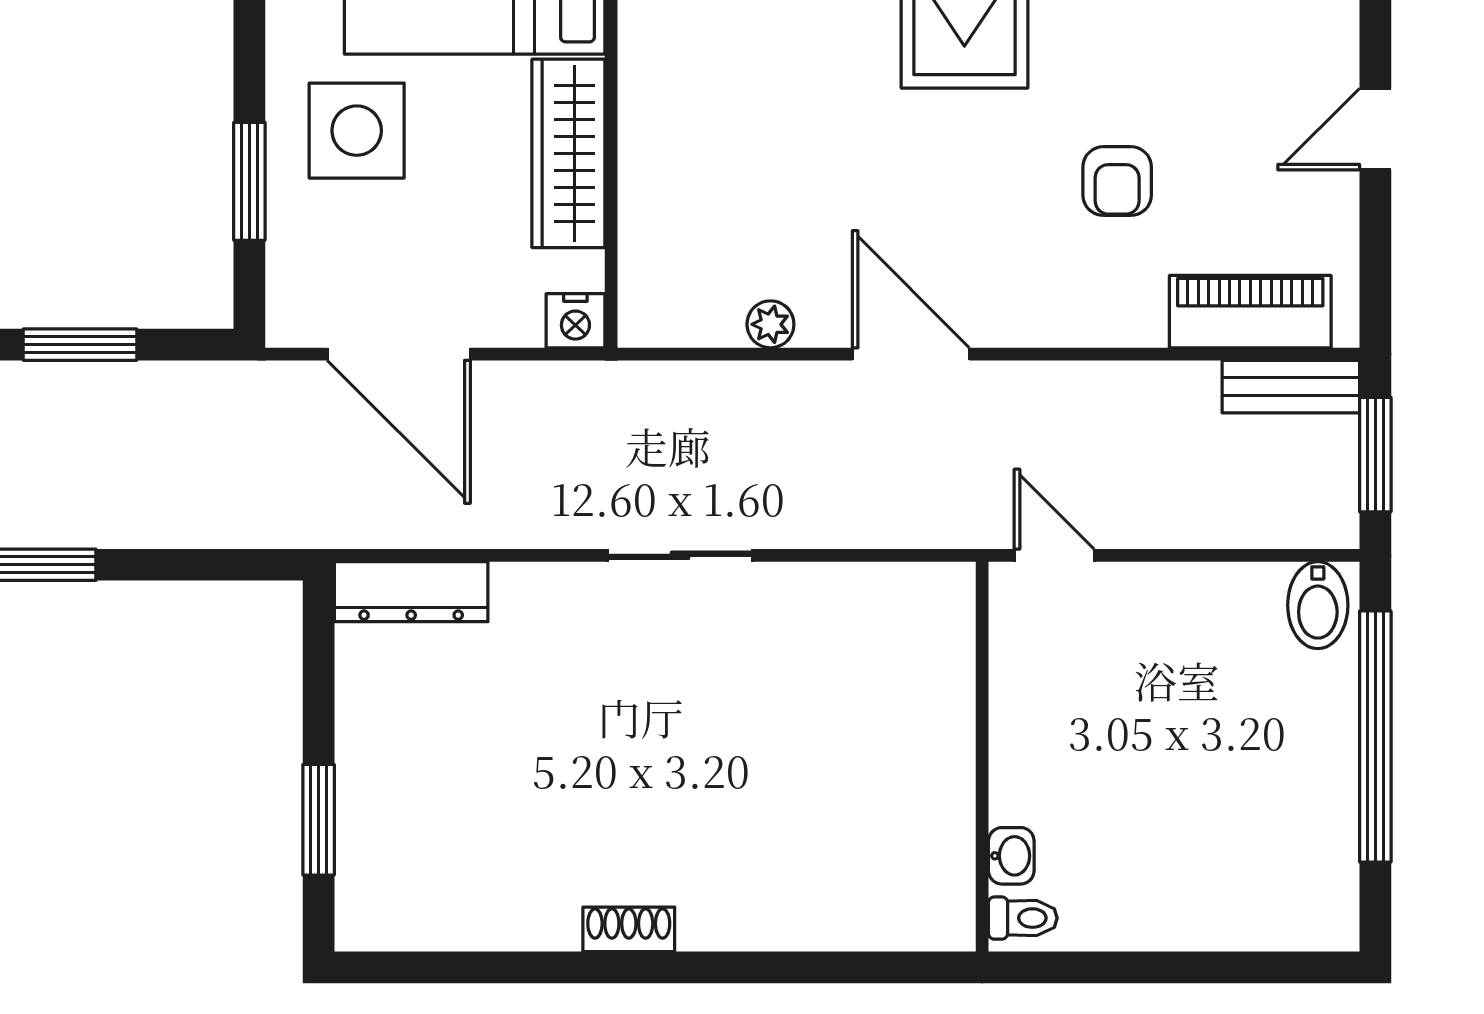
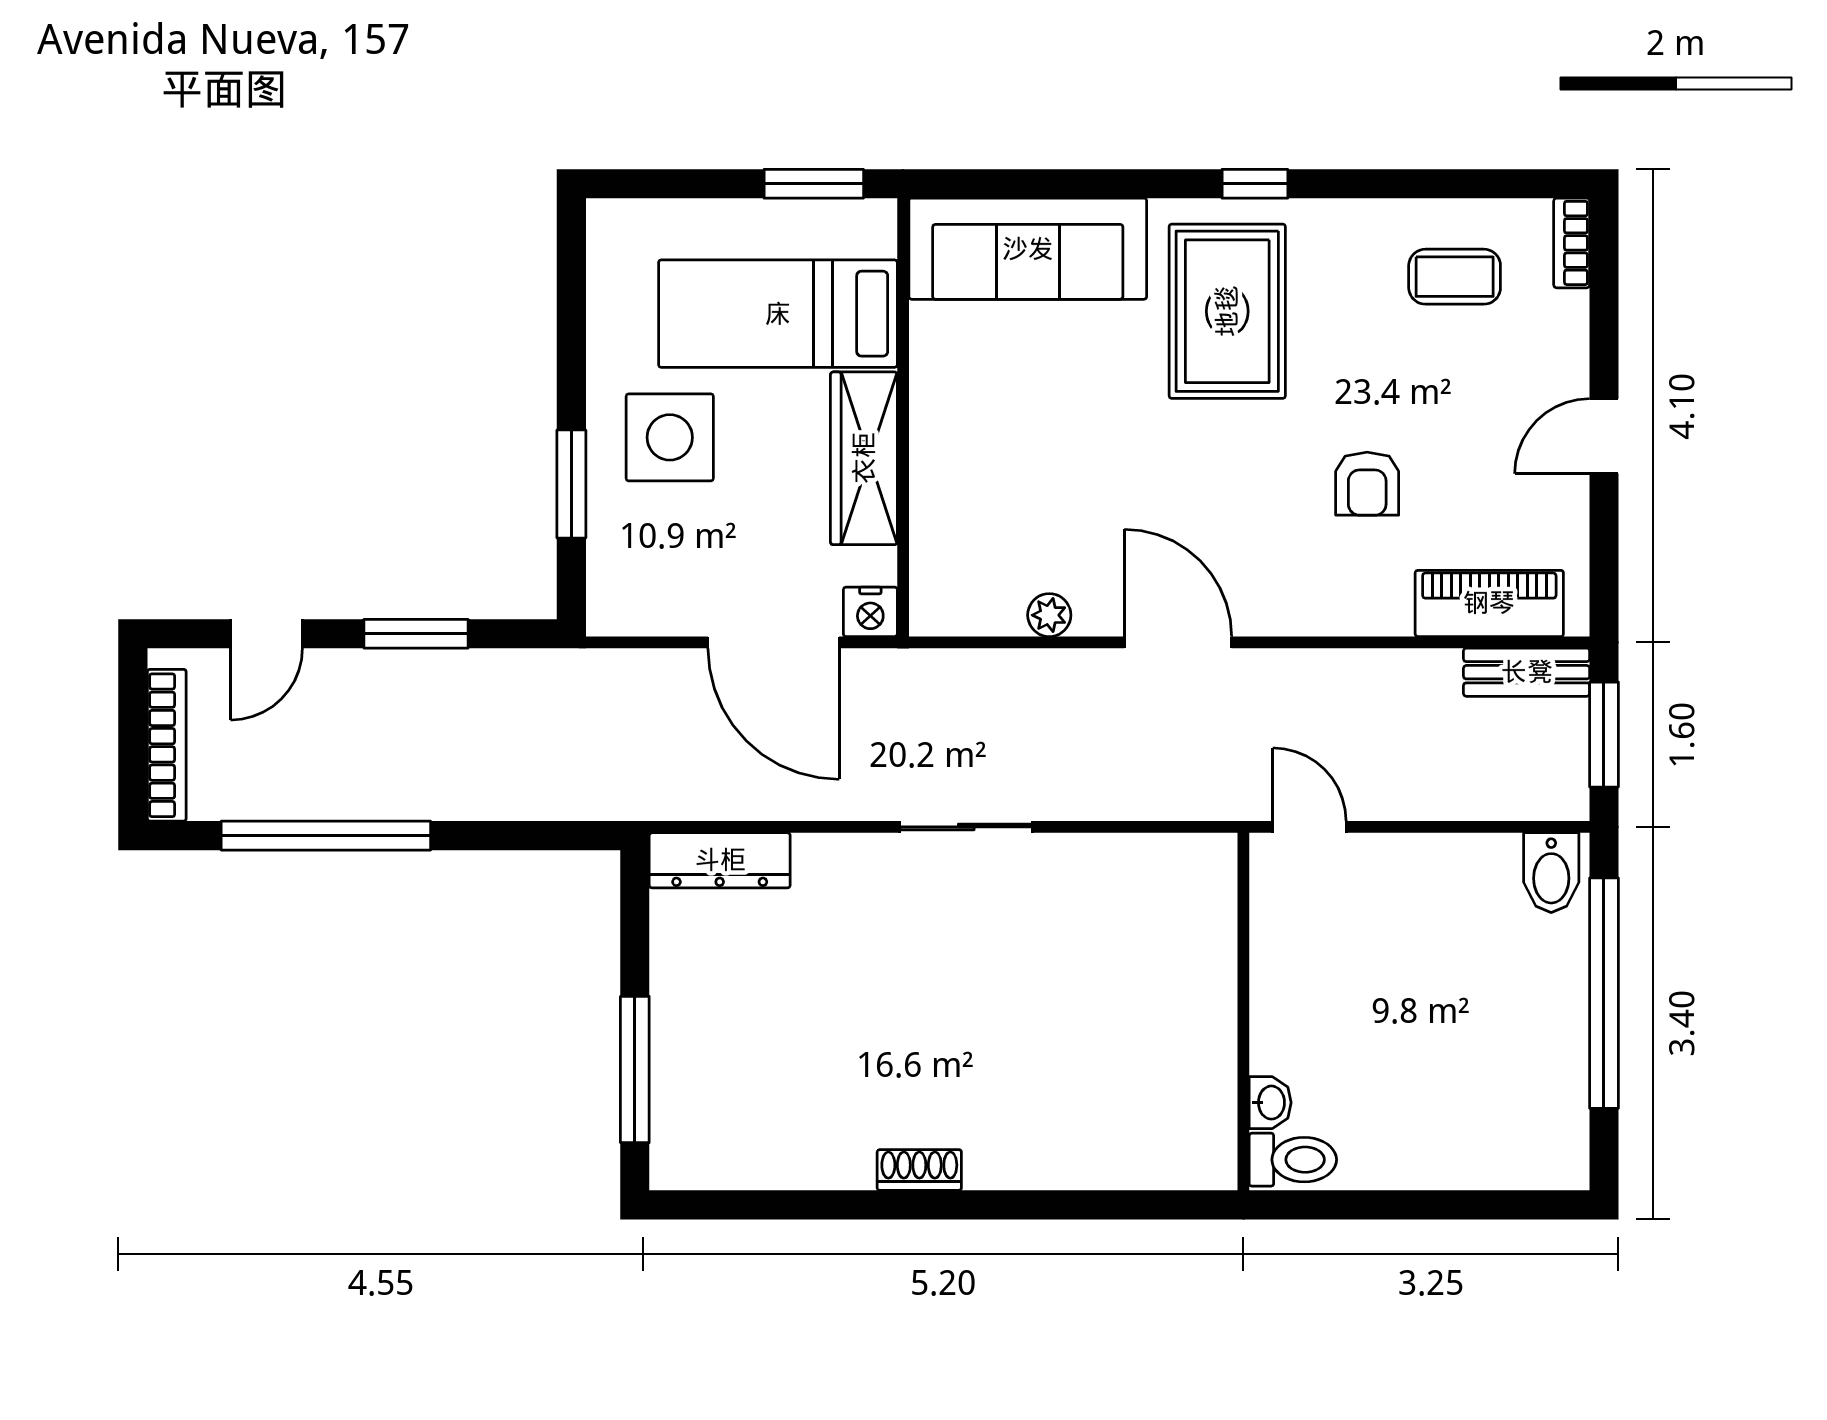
door: (399, 354) -> (773, 642), moved
window: (319, 820) -> (635, 1070), width x1.44
toilet: (1023, 918) -> (1293, 1160), width x1.37, depth x1.39

